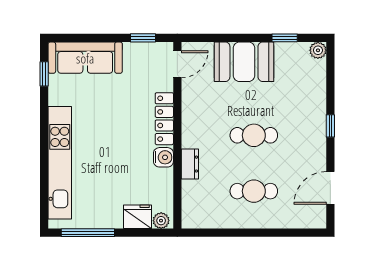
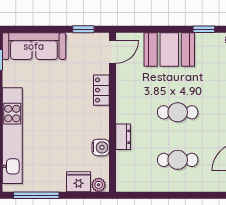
locker: (164, 119) -> (101, 90), width x0.66
water cooler: (163, 157) -> (101, 147), moved

